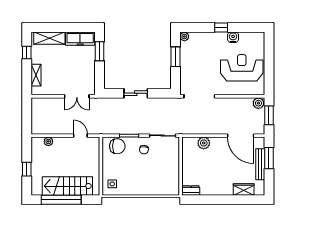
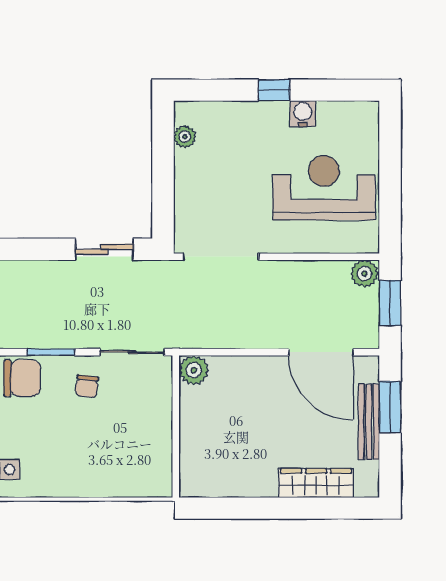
plant: (184, 36) -> (185, 137), moved
window: (175, 57) -> (163, 161), removed
sliding door: (136, 93) -> (104, 249), moved
plant: (204, 143) -> (194, 370), moved
wardrobe: (244, 190) -> (316, 483), width x1.50
dresser: (191, 191) -> (200, 485), removed

